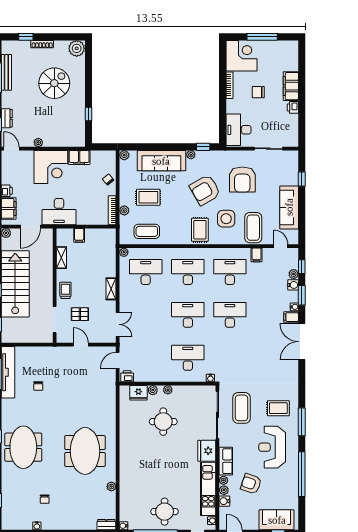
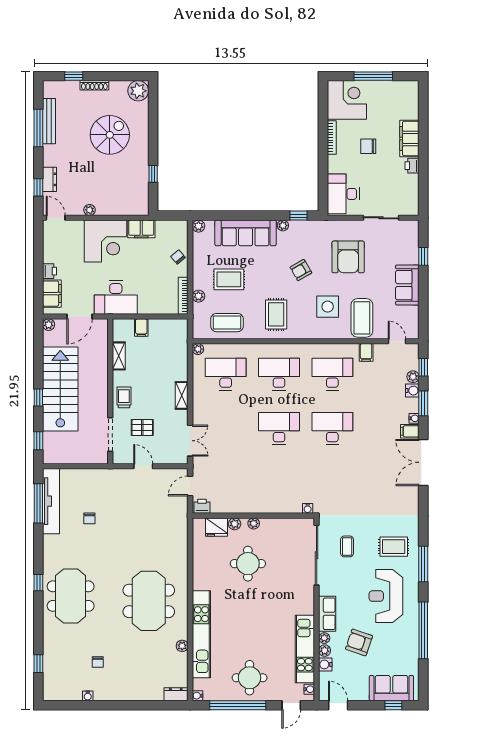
armchair: (205, 190) -> (301, 270), width x0.53, depth x0.53
sofa: (289, 207) -> (407, 285), width x0.73
rug: (200, 230) -> (276, 314), moved
desk: (188, 358) -> (279, 483), removed
coffee table: (242, 408) -> (347, 546), width x0.54, depth x0.58
fridge: (207, 451) -> (303, 601), removed
kitchen unit: (127, 477) -> (201, 634), added

